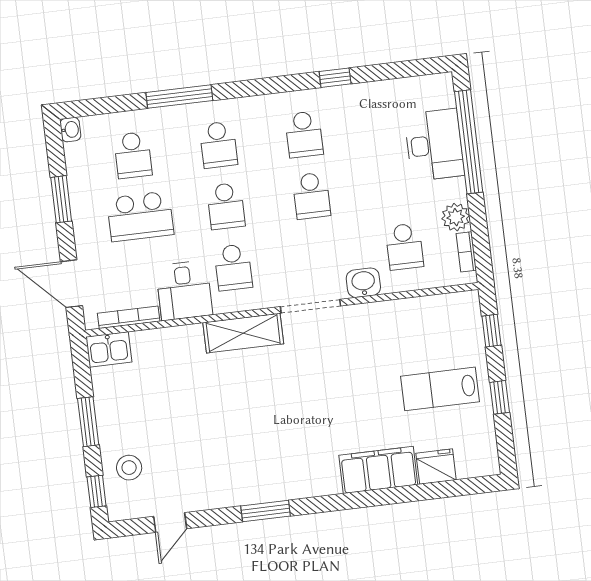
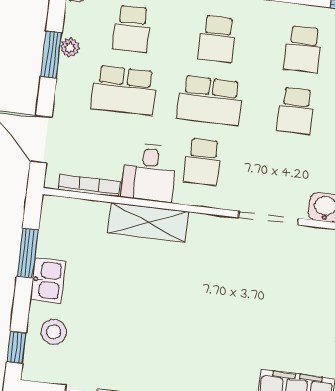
plant: (78, 188) -> (70, 47), added
school desk: (226, 206) -> (210, 100), width x1.85
shelving: (243, 333) -> (148, 222), moved
kitchen sink: (109, 349) -> (48, 280), moved, turned -90
window: (88, 422) -> (28, 253), moved

